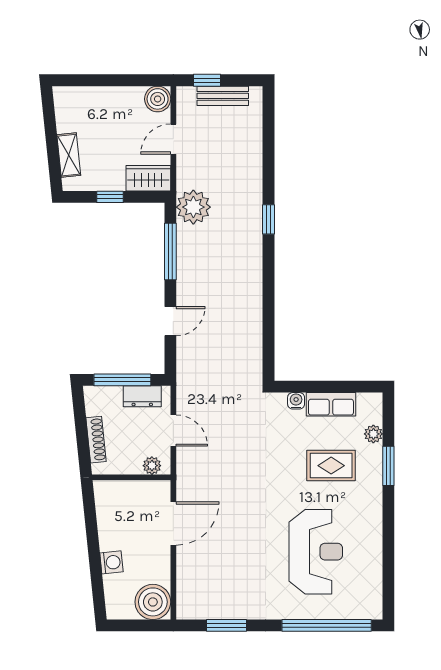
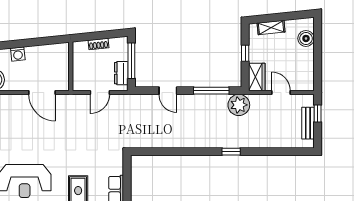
boiler: (158, 99) -> (306, 38), moved
water cooler: (296, 401) -> (118, 169), removed
shoe rack: (96, 440) -> (98, 44), width x0.70
plant: (152, 466) -> (78, 79), removed

